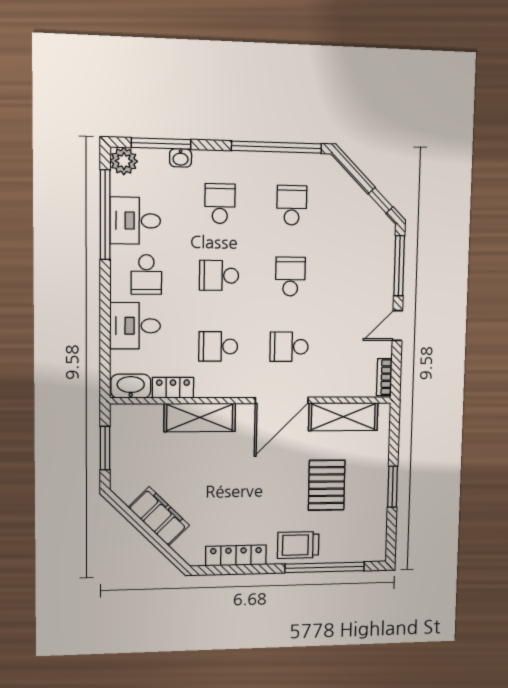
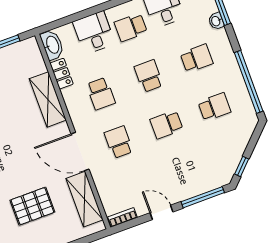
school desk: (290, 276) -> (167, 125), turned 180
school desk: (218, 346) -> (101, 94), turned 180

